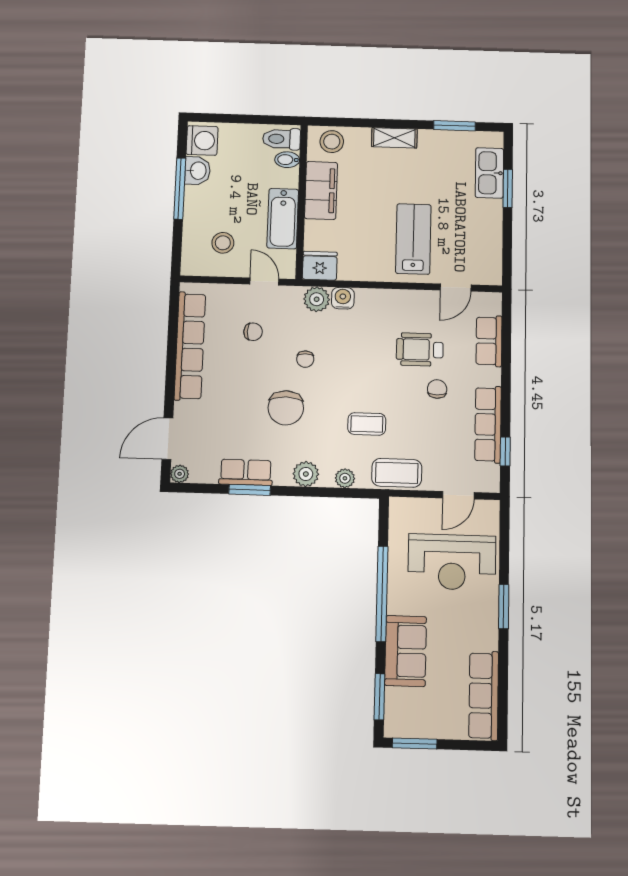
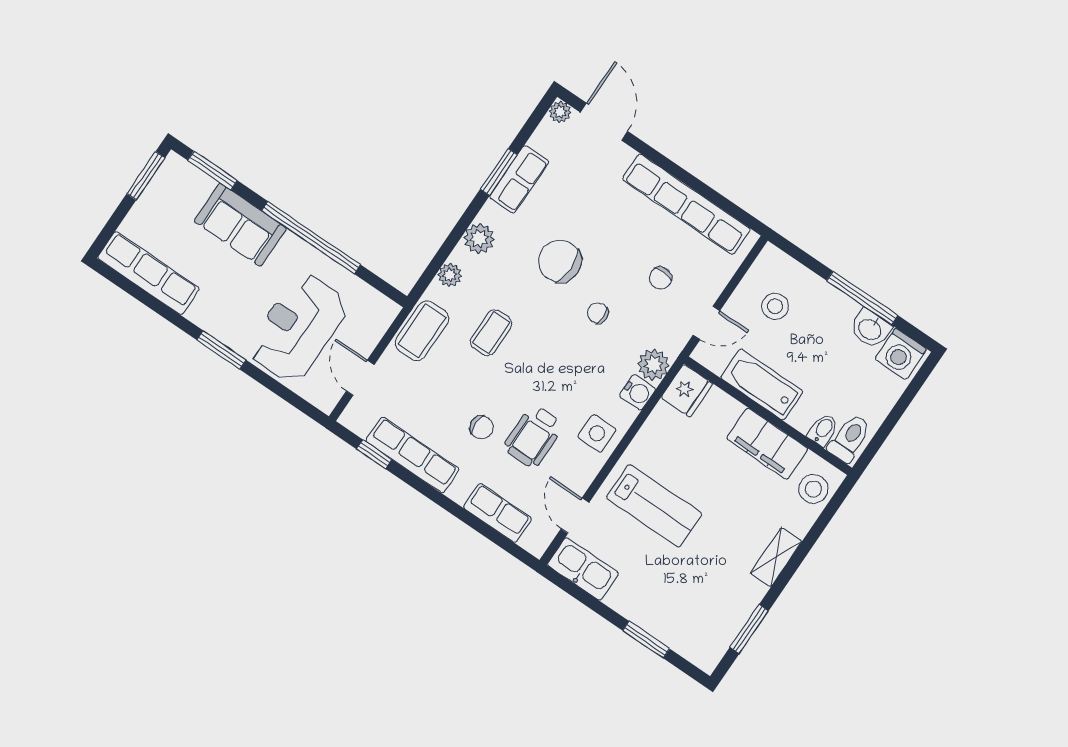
kitchen sink: (489, 173) -> (583, 569), moved
side table: (389, 308) -> (597, 433), added
wheelchair: (420, 350) -> (534, 436), turned 180

